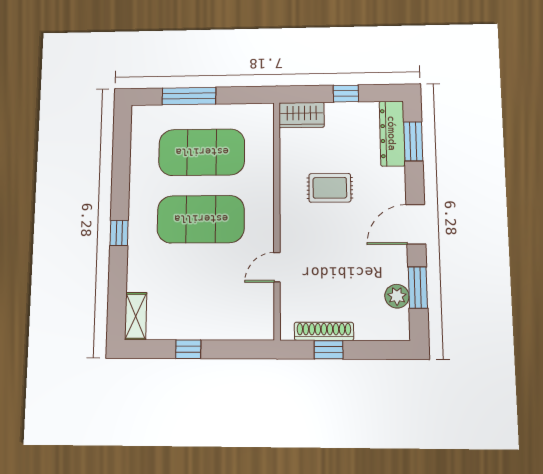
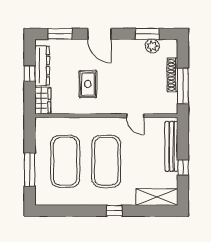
dresser: (392, 133) -> (42, 66), moved, turned -90
door: (416, 224) -> (99, 34), moved
shelving: (136, 316) -> (157, 197), width x1.50, depth x1.33
bench: (225, 329) -> (171, 146), added
shoe rack: (324, 331) -> (172, 75), moved
window: (329, 350) -> (183, 86), width x2.17

